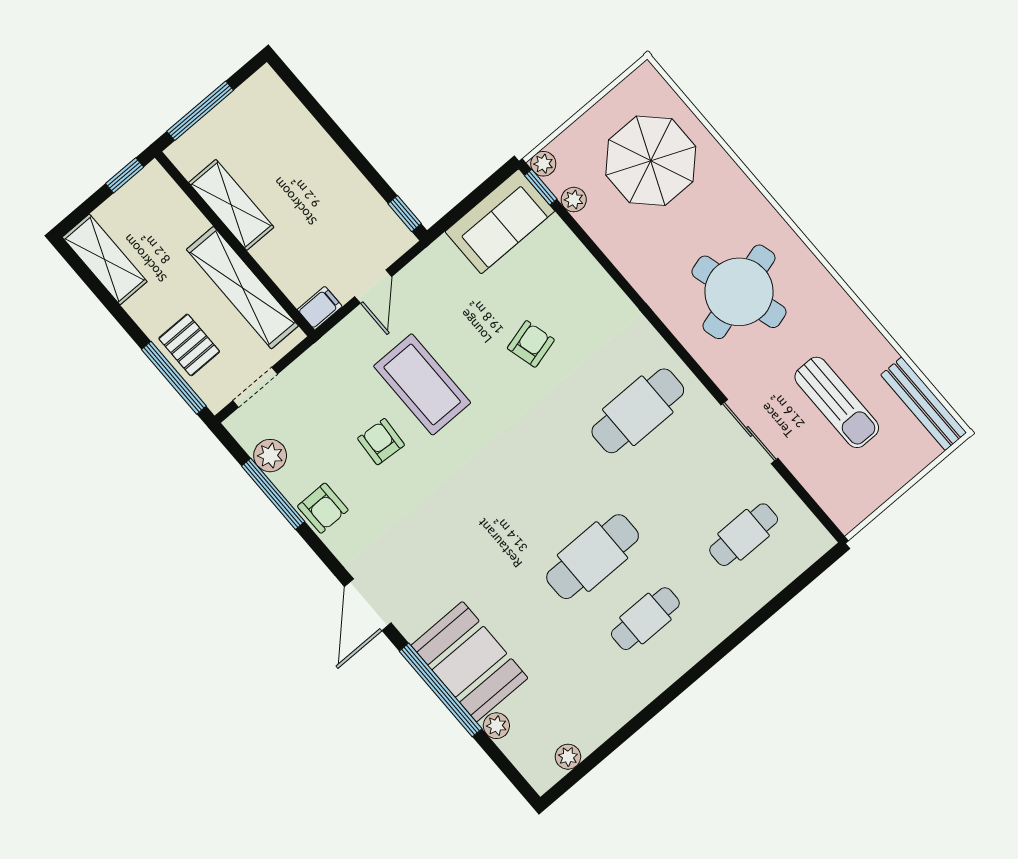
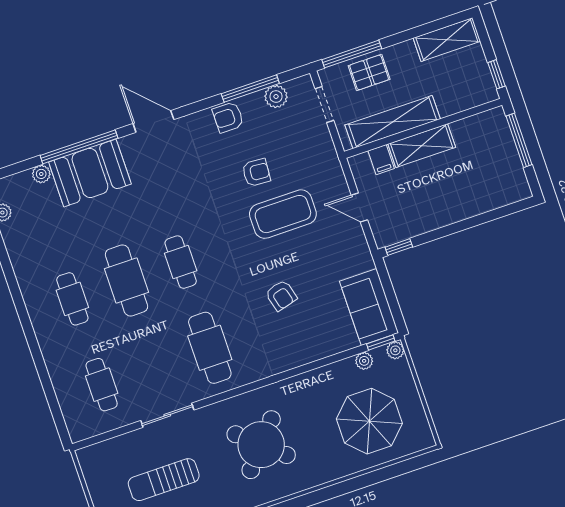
shelving: (231, 205) -> (422, 146), moved
round table: (739, 292) -> (261, 445), turned -33
filing cabinet: (320, 308) -> (381, 160), moved
cafe table: (540, 495) -> (181, 262), added

